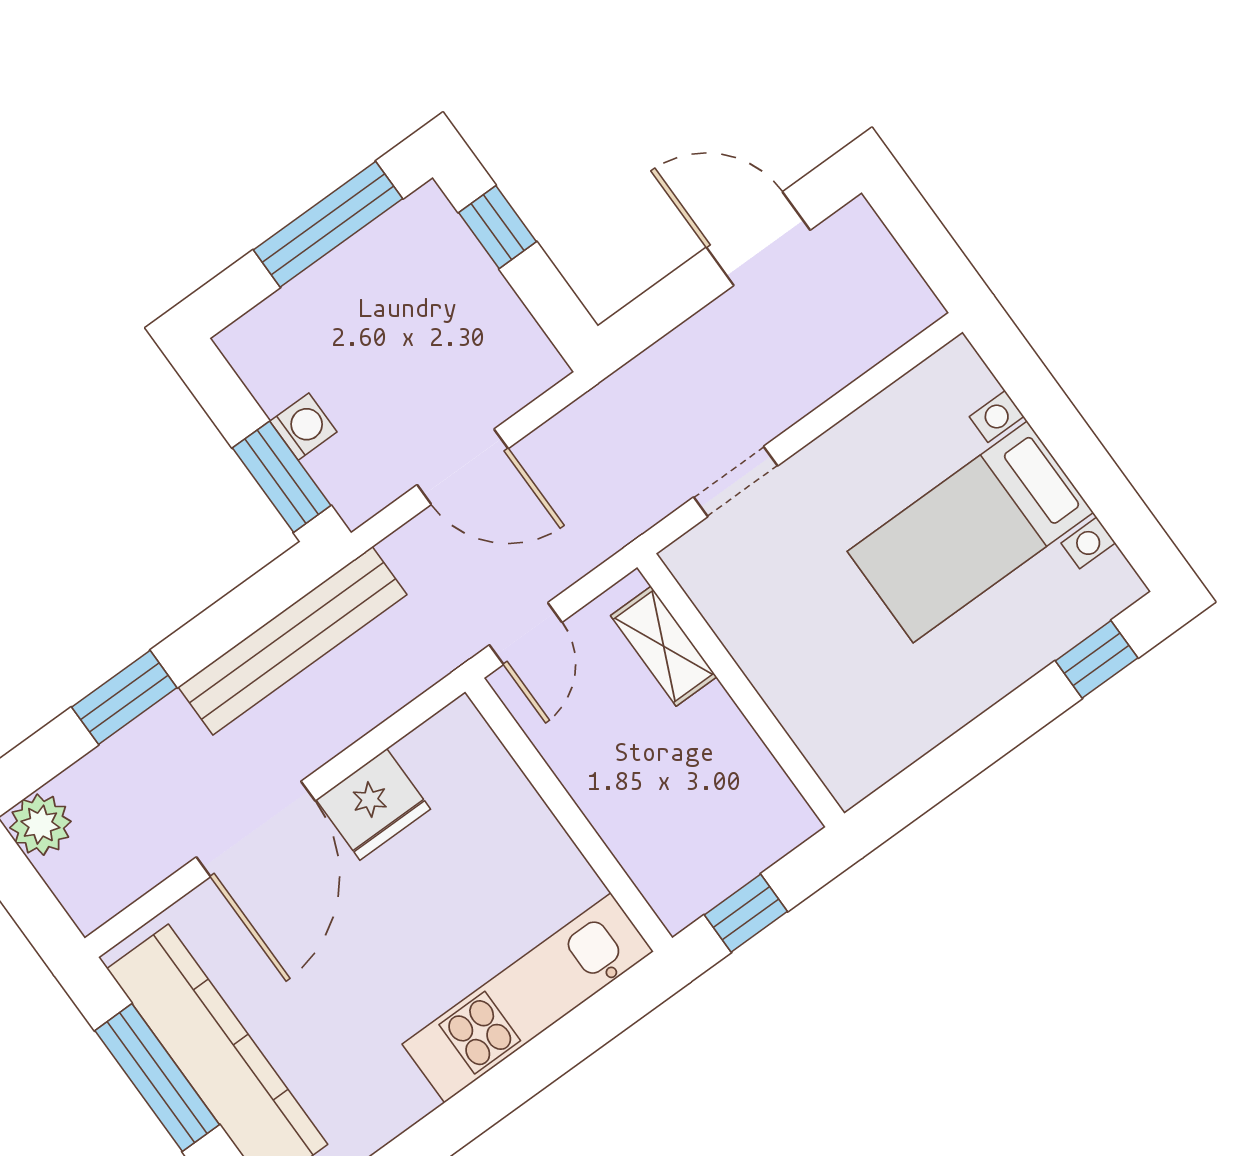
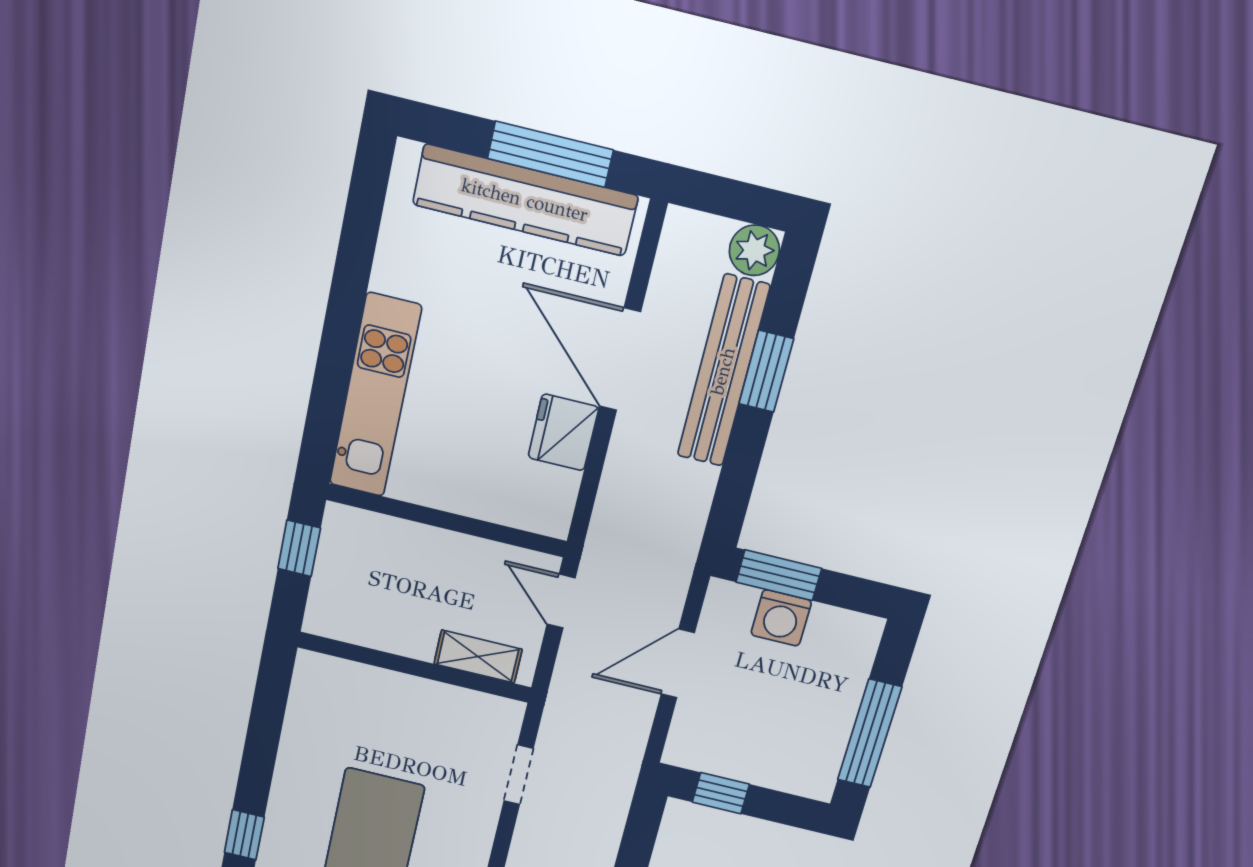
window: (498, 227) -> (721, 793), moved
washing machine: (303, 427) -> (781, 618), width x1.38, depth x1.38
bench: (292, 641) -> (723, 371), moved

